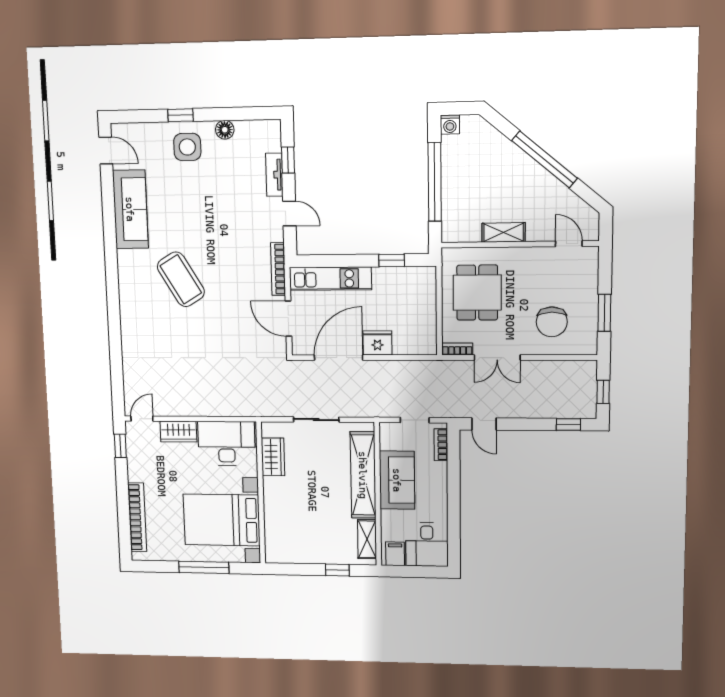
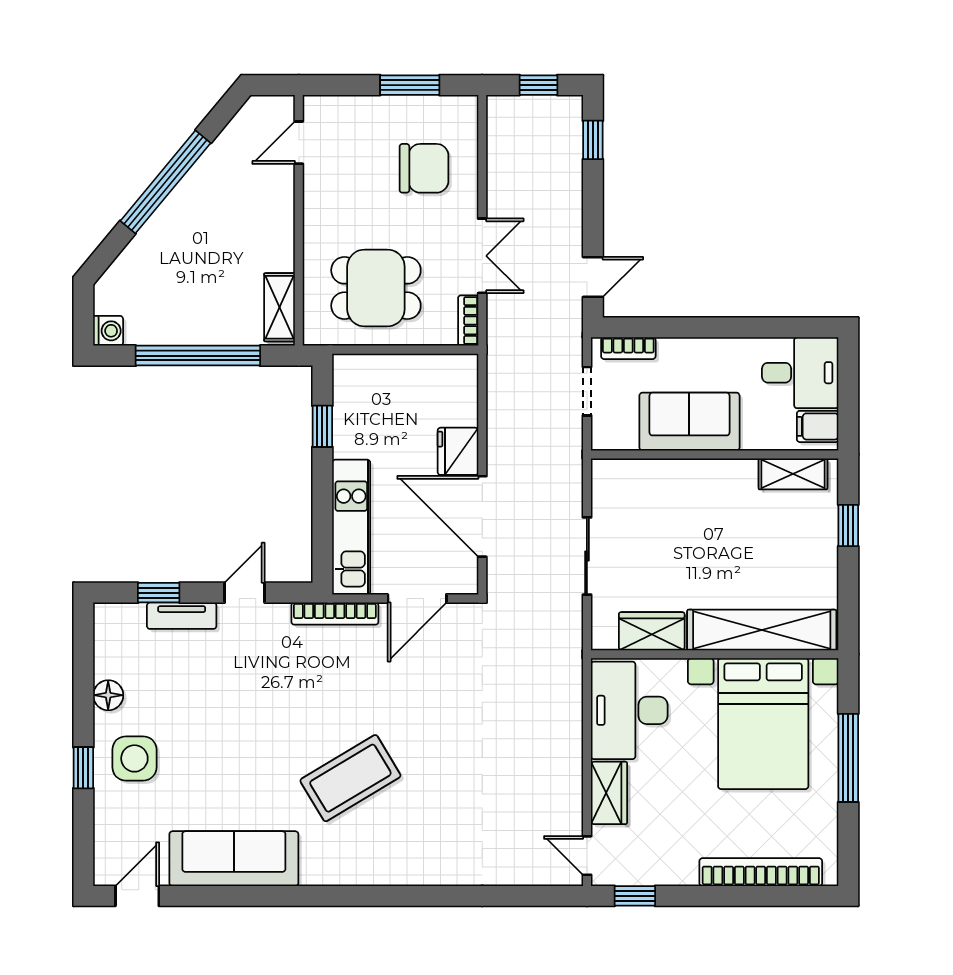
shelving: (503, 232) -> (280, 307), moved
shelving: (363, 475) -> (762, 630), moved

